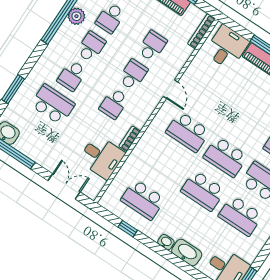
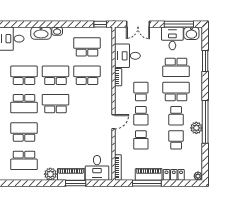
school desk: (72, 76) -> (176, 92), width x1.85
door: (170, 89) -> (114, 122), swing flipped
school desk: (188, 132) -> (87, 75), moved
desk: (34, 142) -> (172, 38), added
window: (128, 229) -> (100, 24), moved

